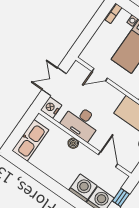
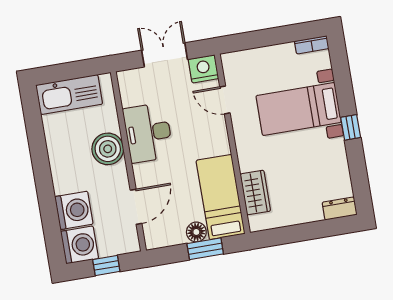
nightstand: (51, 108) -> (203, 69), moved
boiler: (73, 143) -> (108, 149), width x1.86, depth x1.86

